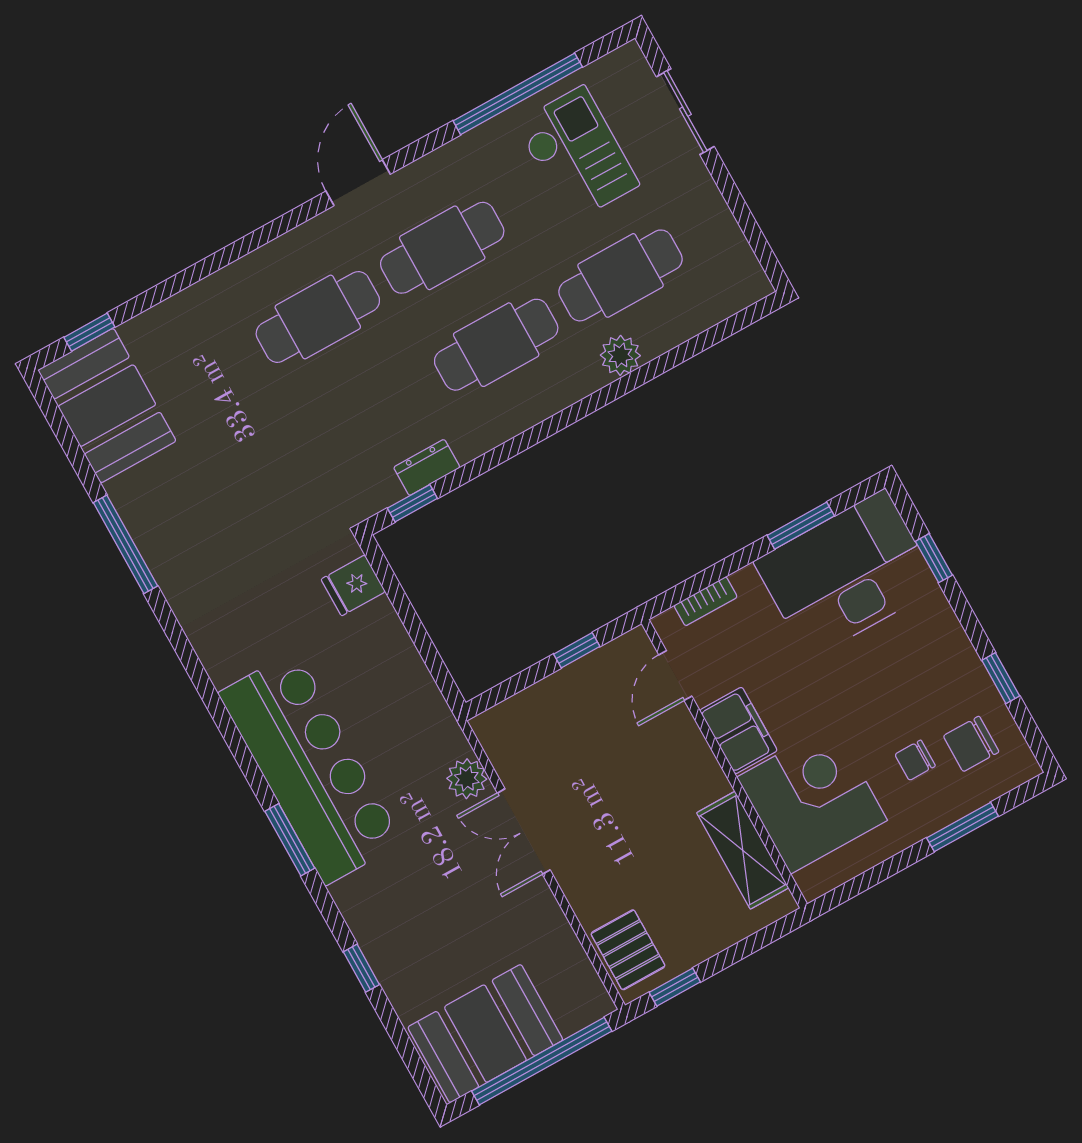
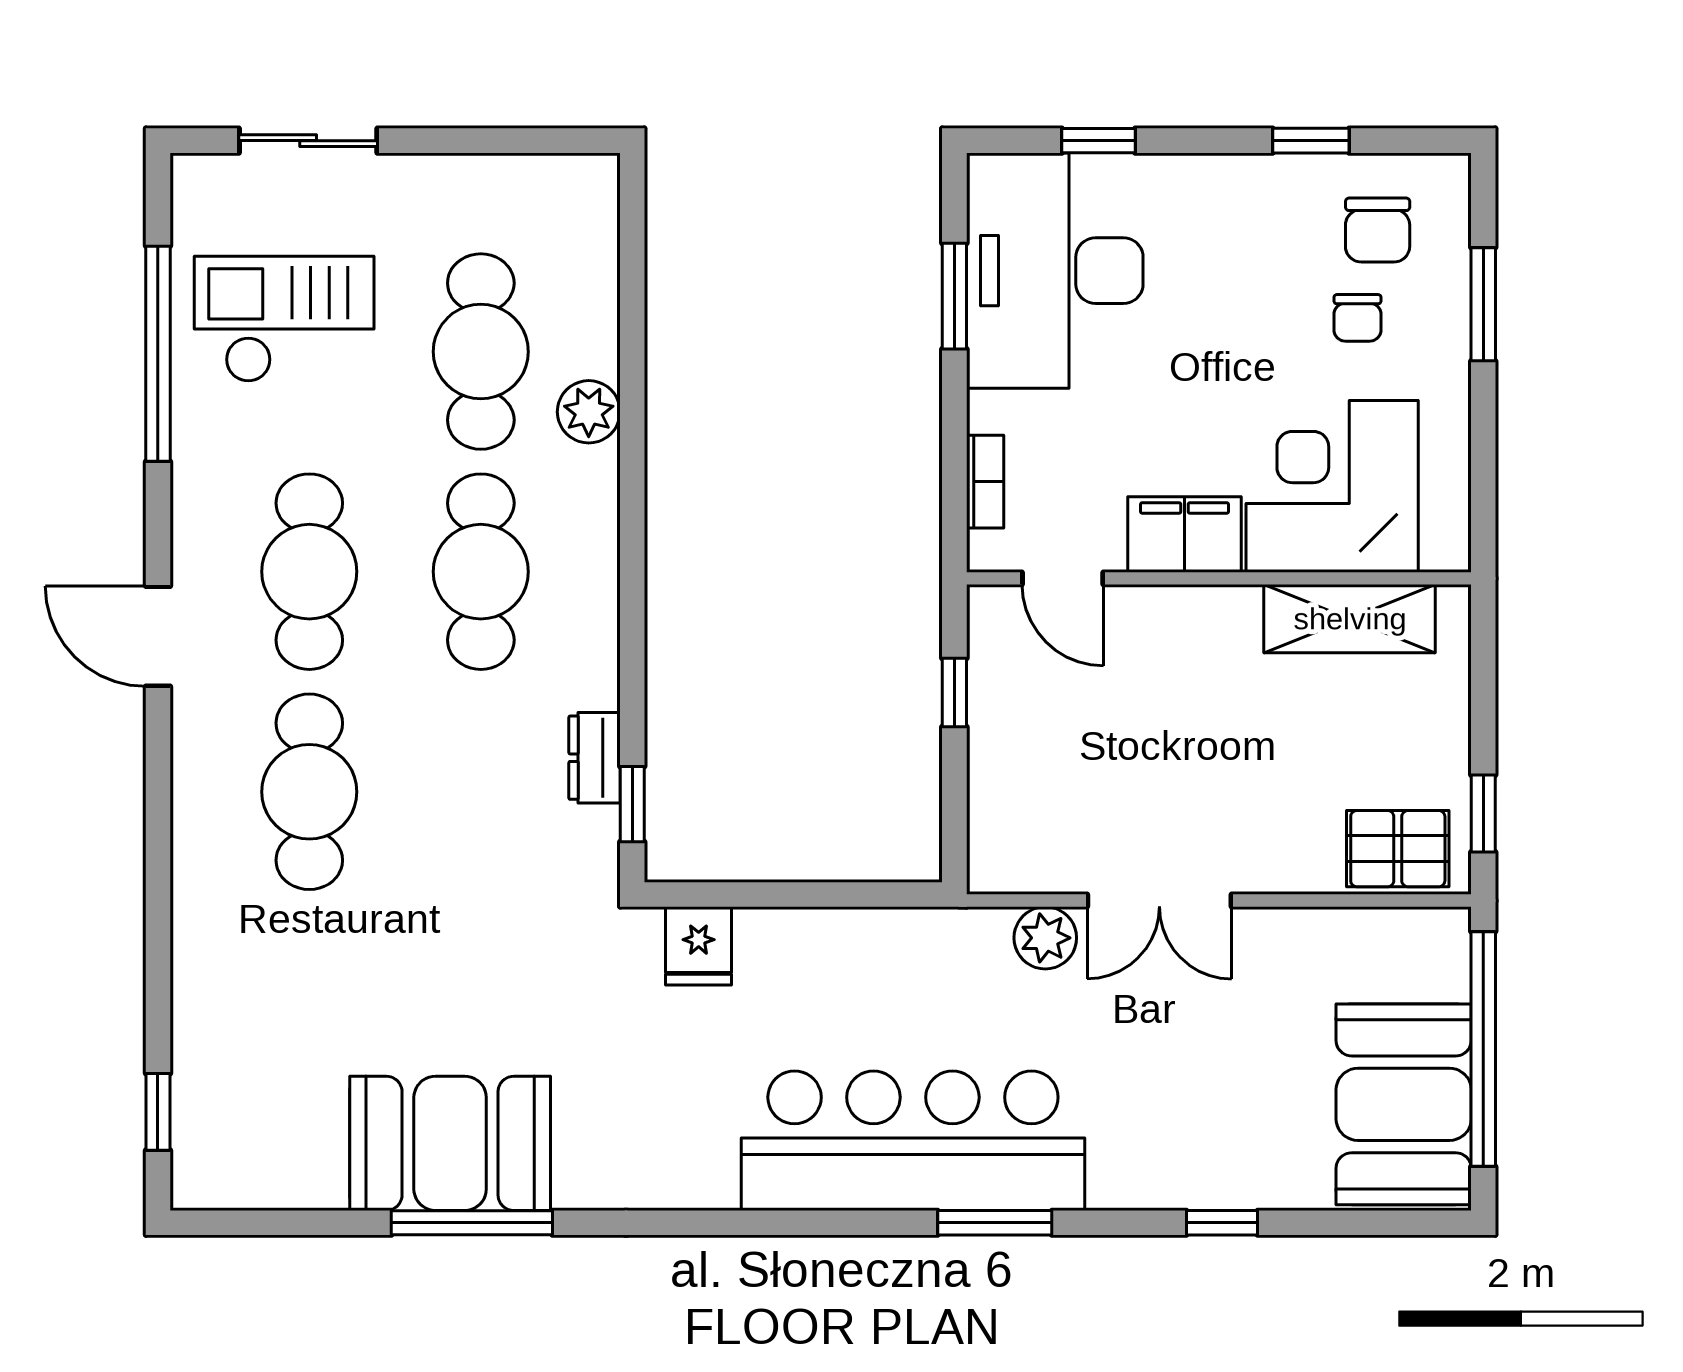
booth: (107, 406) -> (450, 1143), moved

